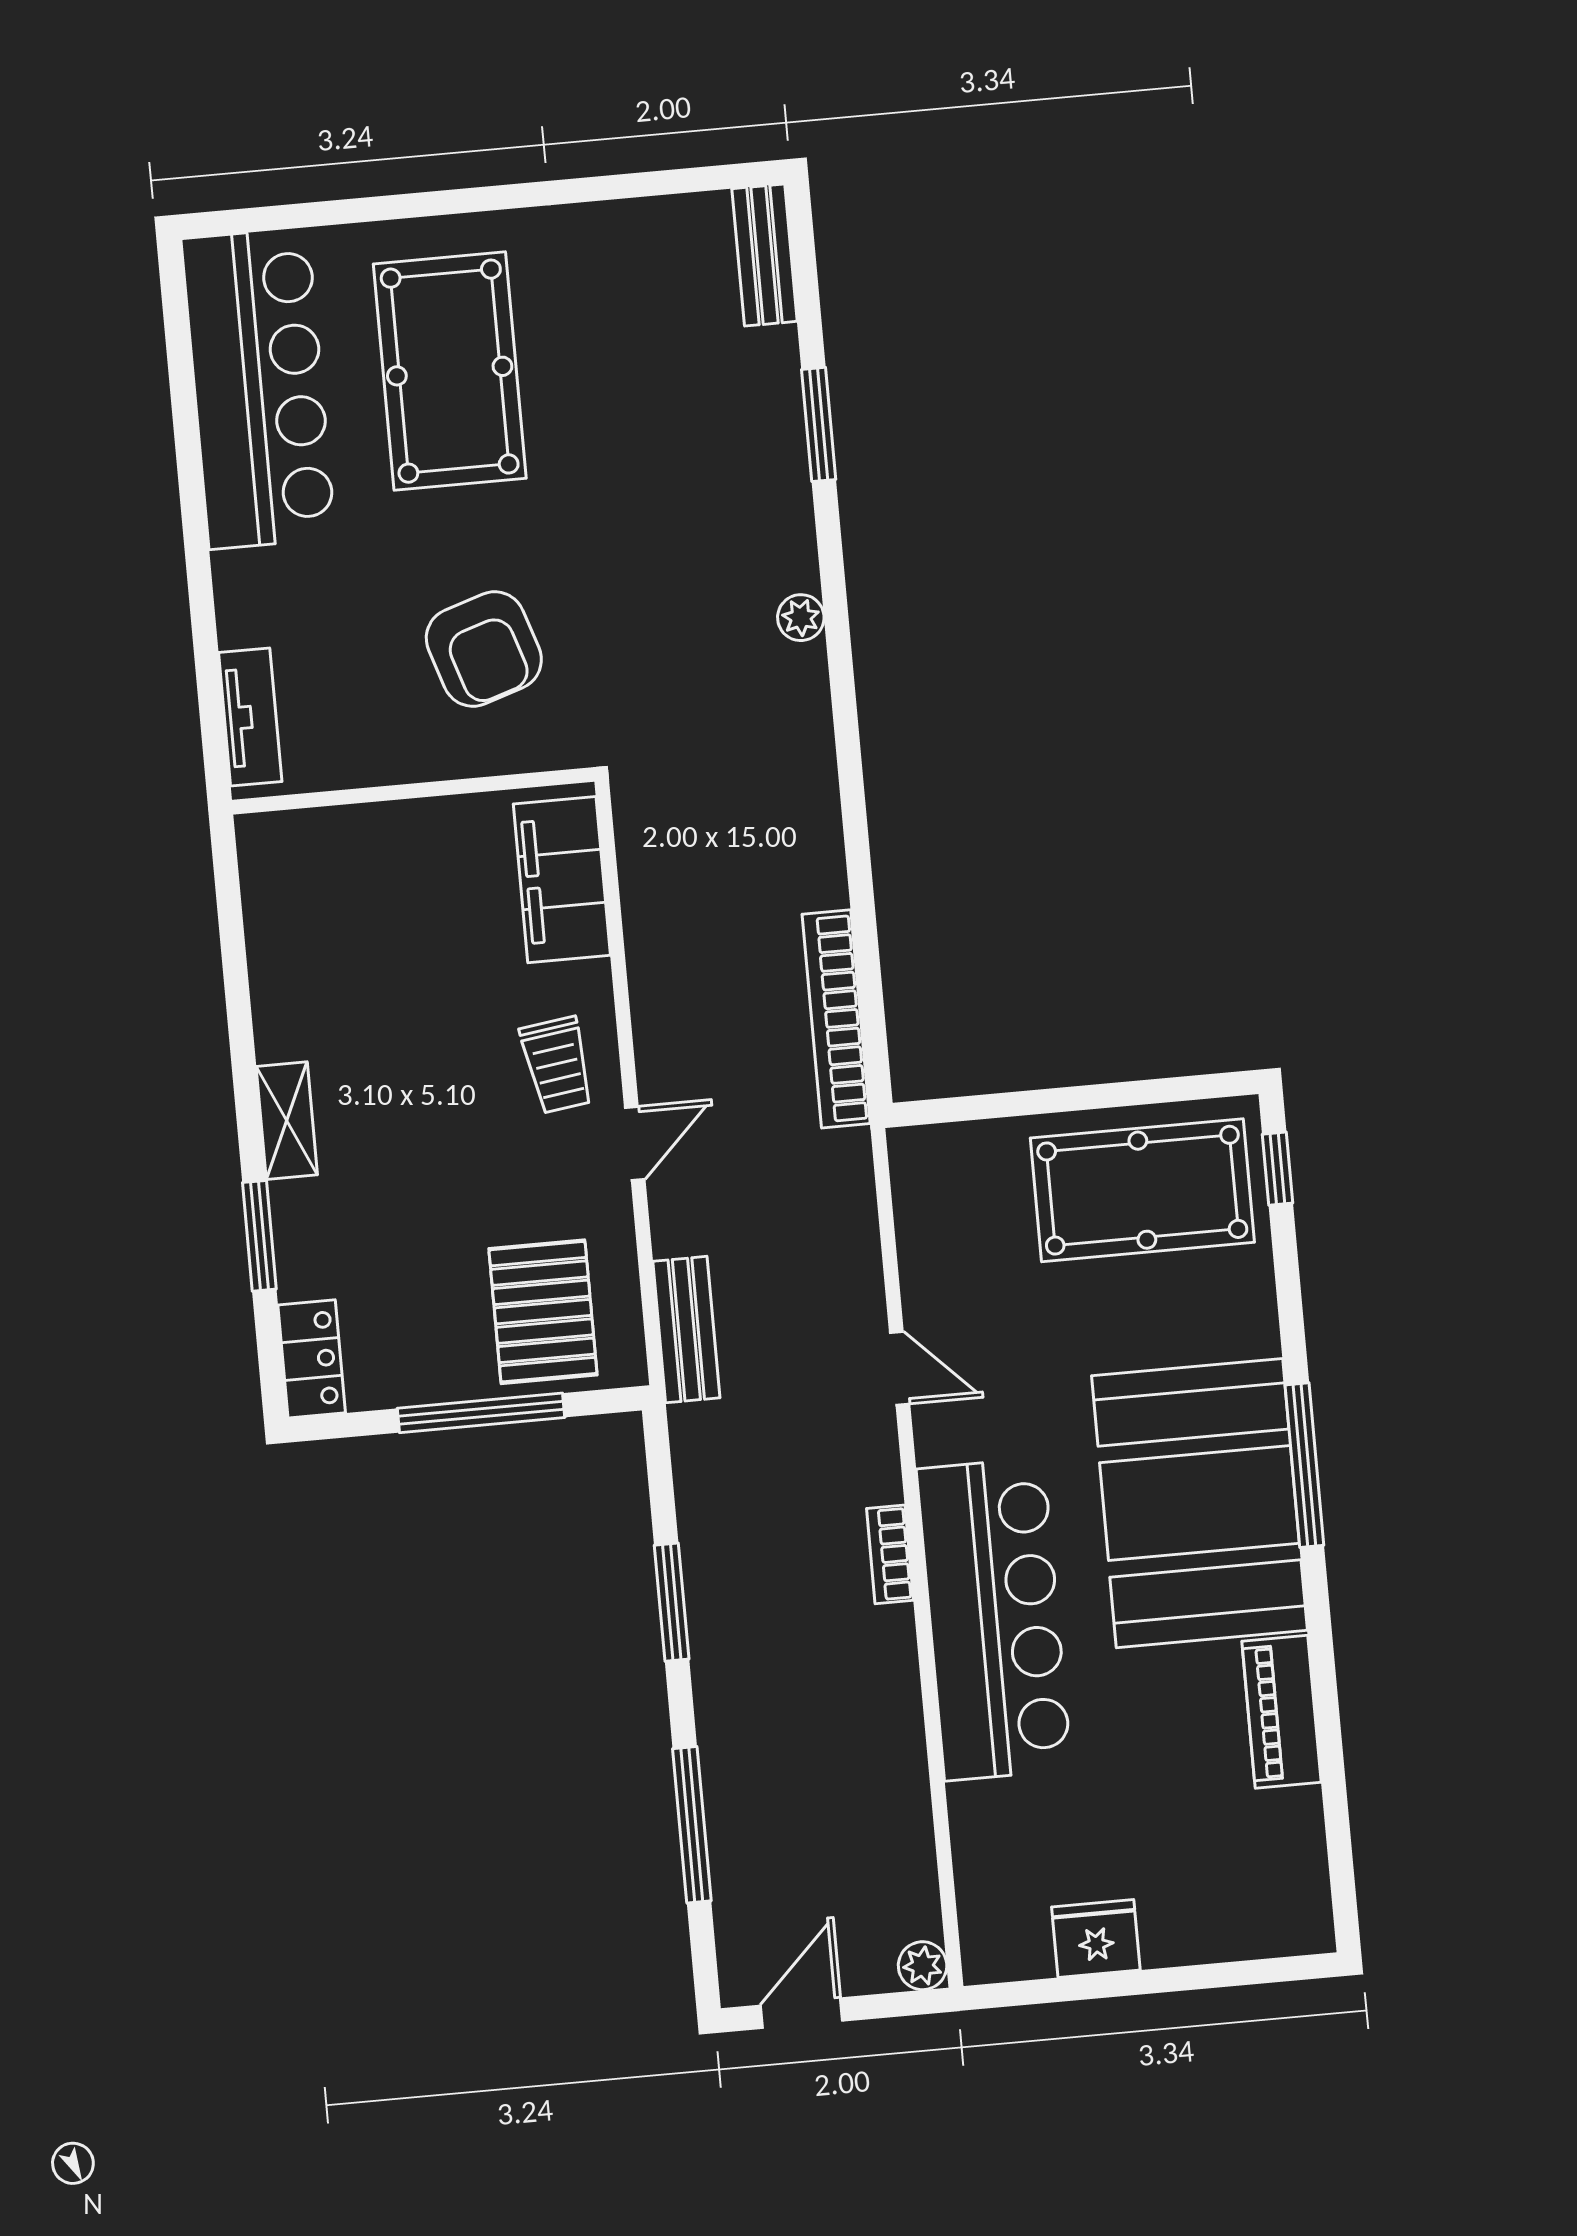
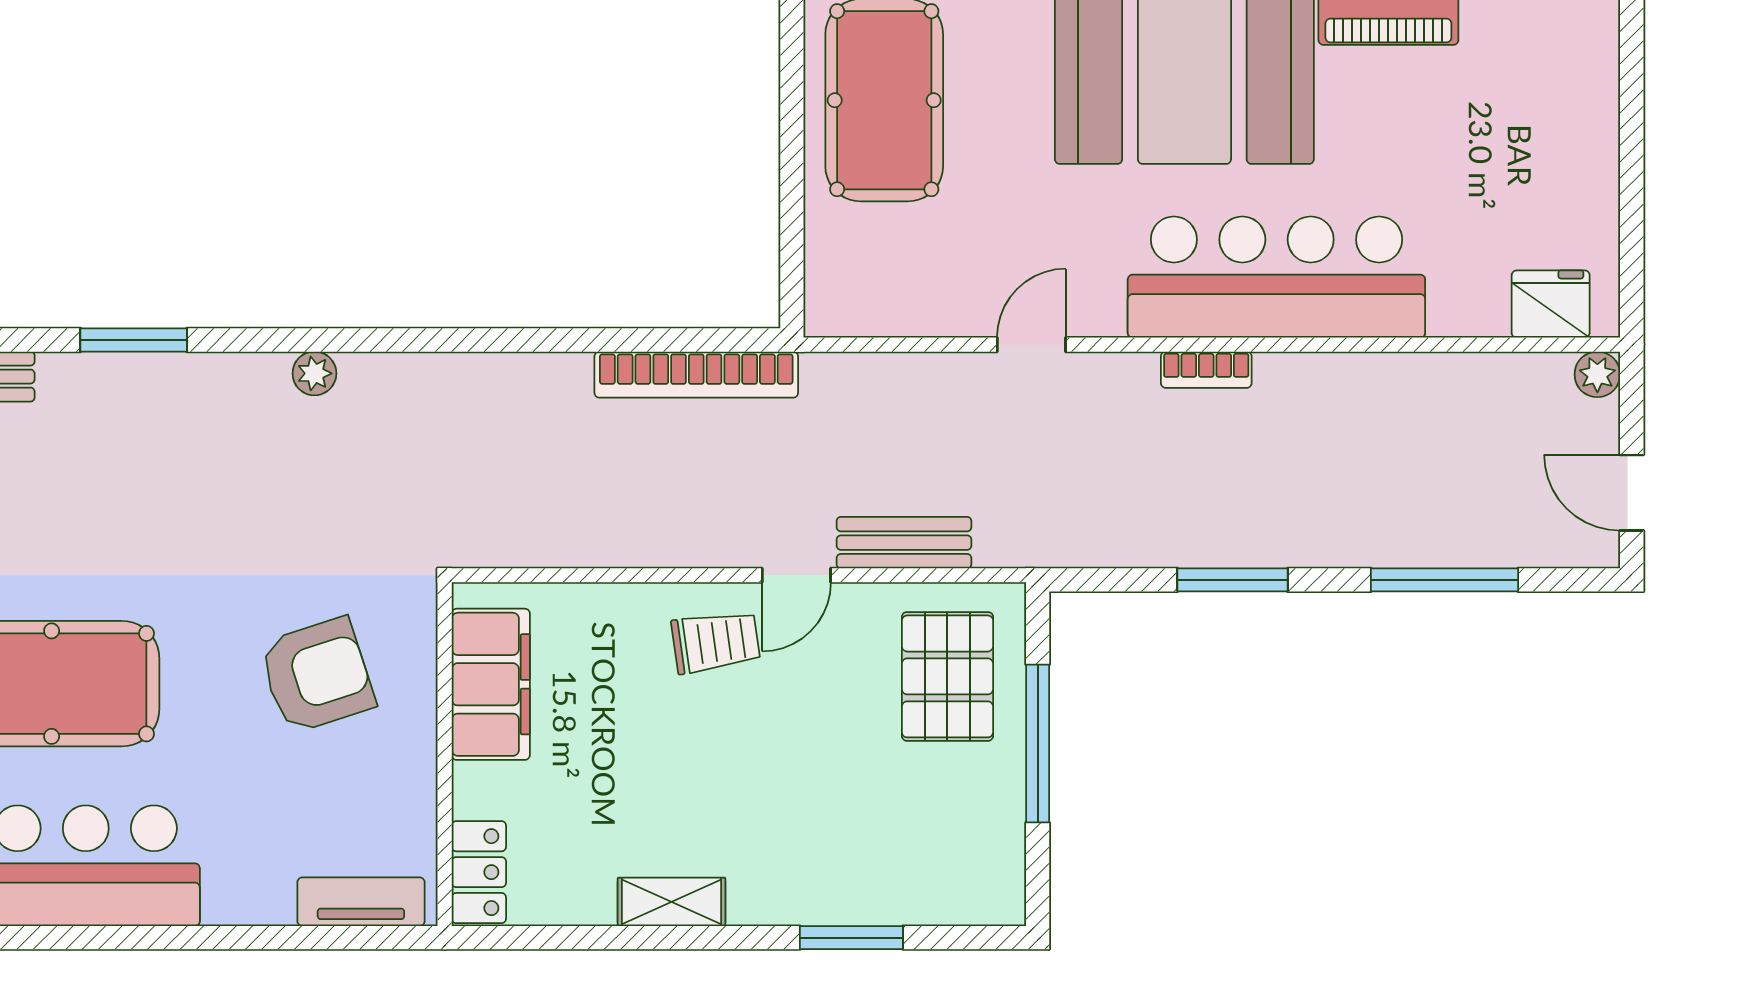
filing cabinet: (562, 880) -> (491, 684), moved, turned -90
shelving: (287, 1121) -> (671, 902), moved
door: (635, 1143) -> (796, 575), swing flipped
pallet: (543, 1312) -> (947, 676), turned 90
bench: (686, 1330) -> (904, 543), moved
locker: (312, 1359) -> (479, 872), moved, turned 90
fridge: (1096, 1939) -> (1551, 304), moved, turned 90

